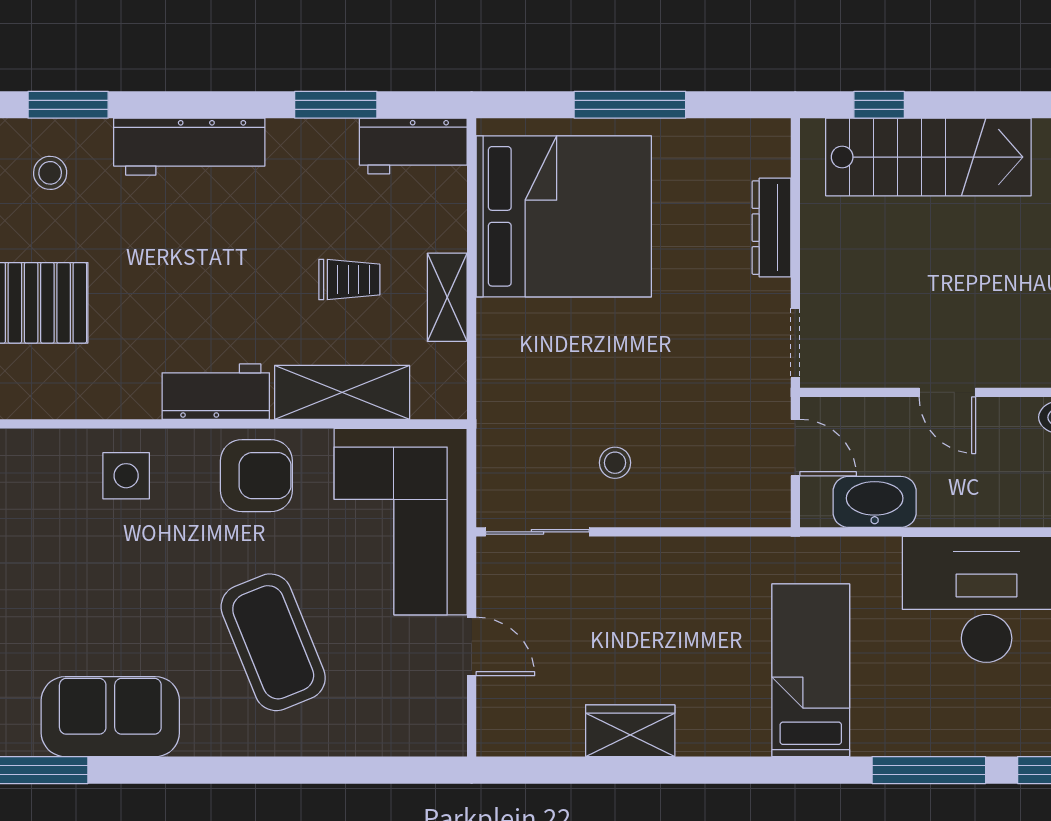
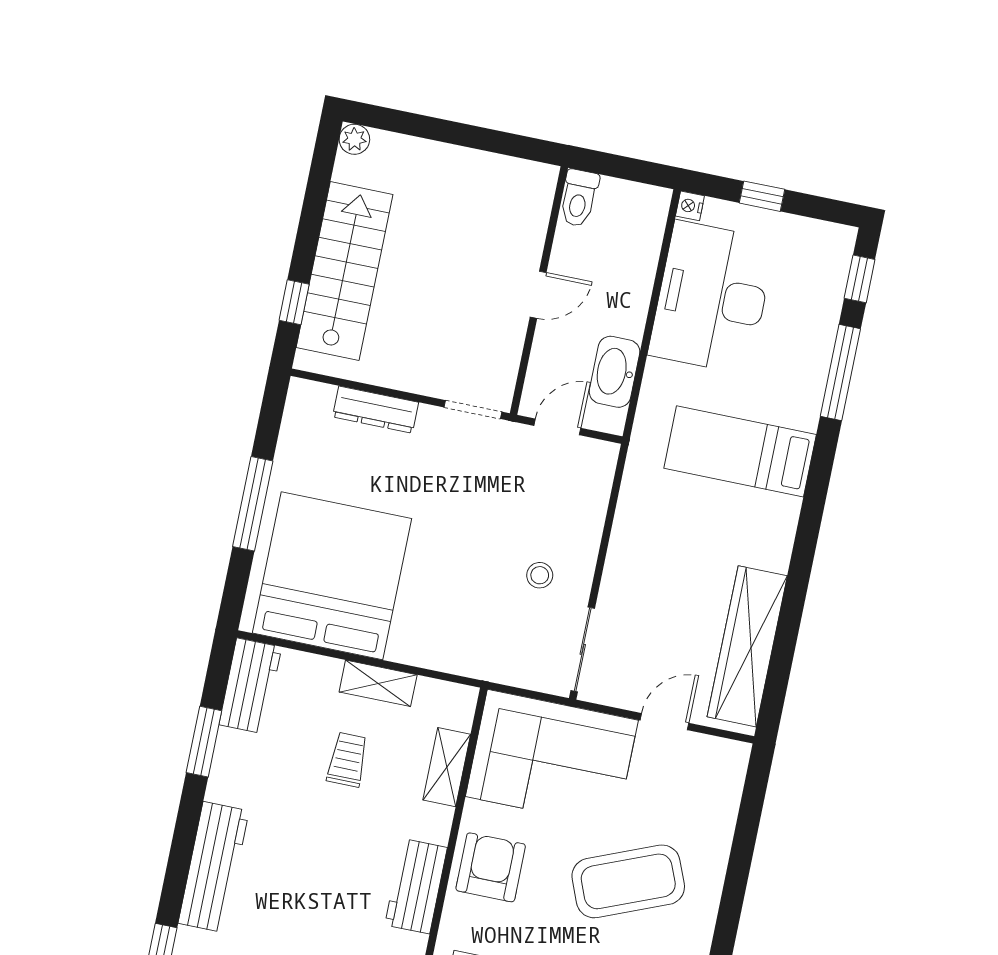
shelving: (342, 392) -> (447, 767), width x0.67, depth x0.75
wardrobe: (630, 731) -> (747, 646), width x2.10, depth x1.17

